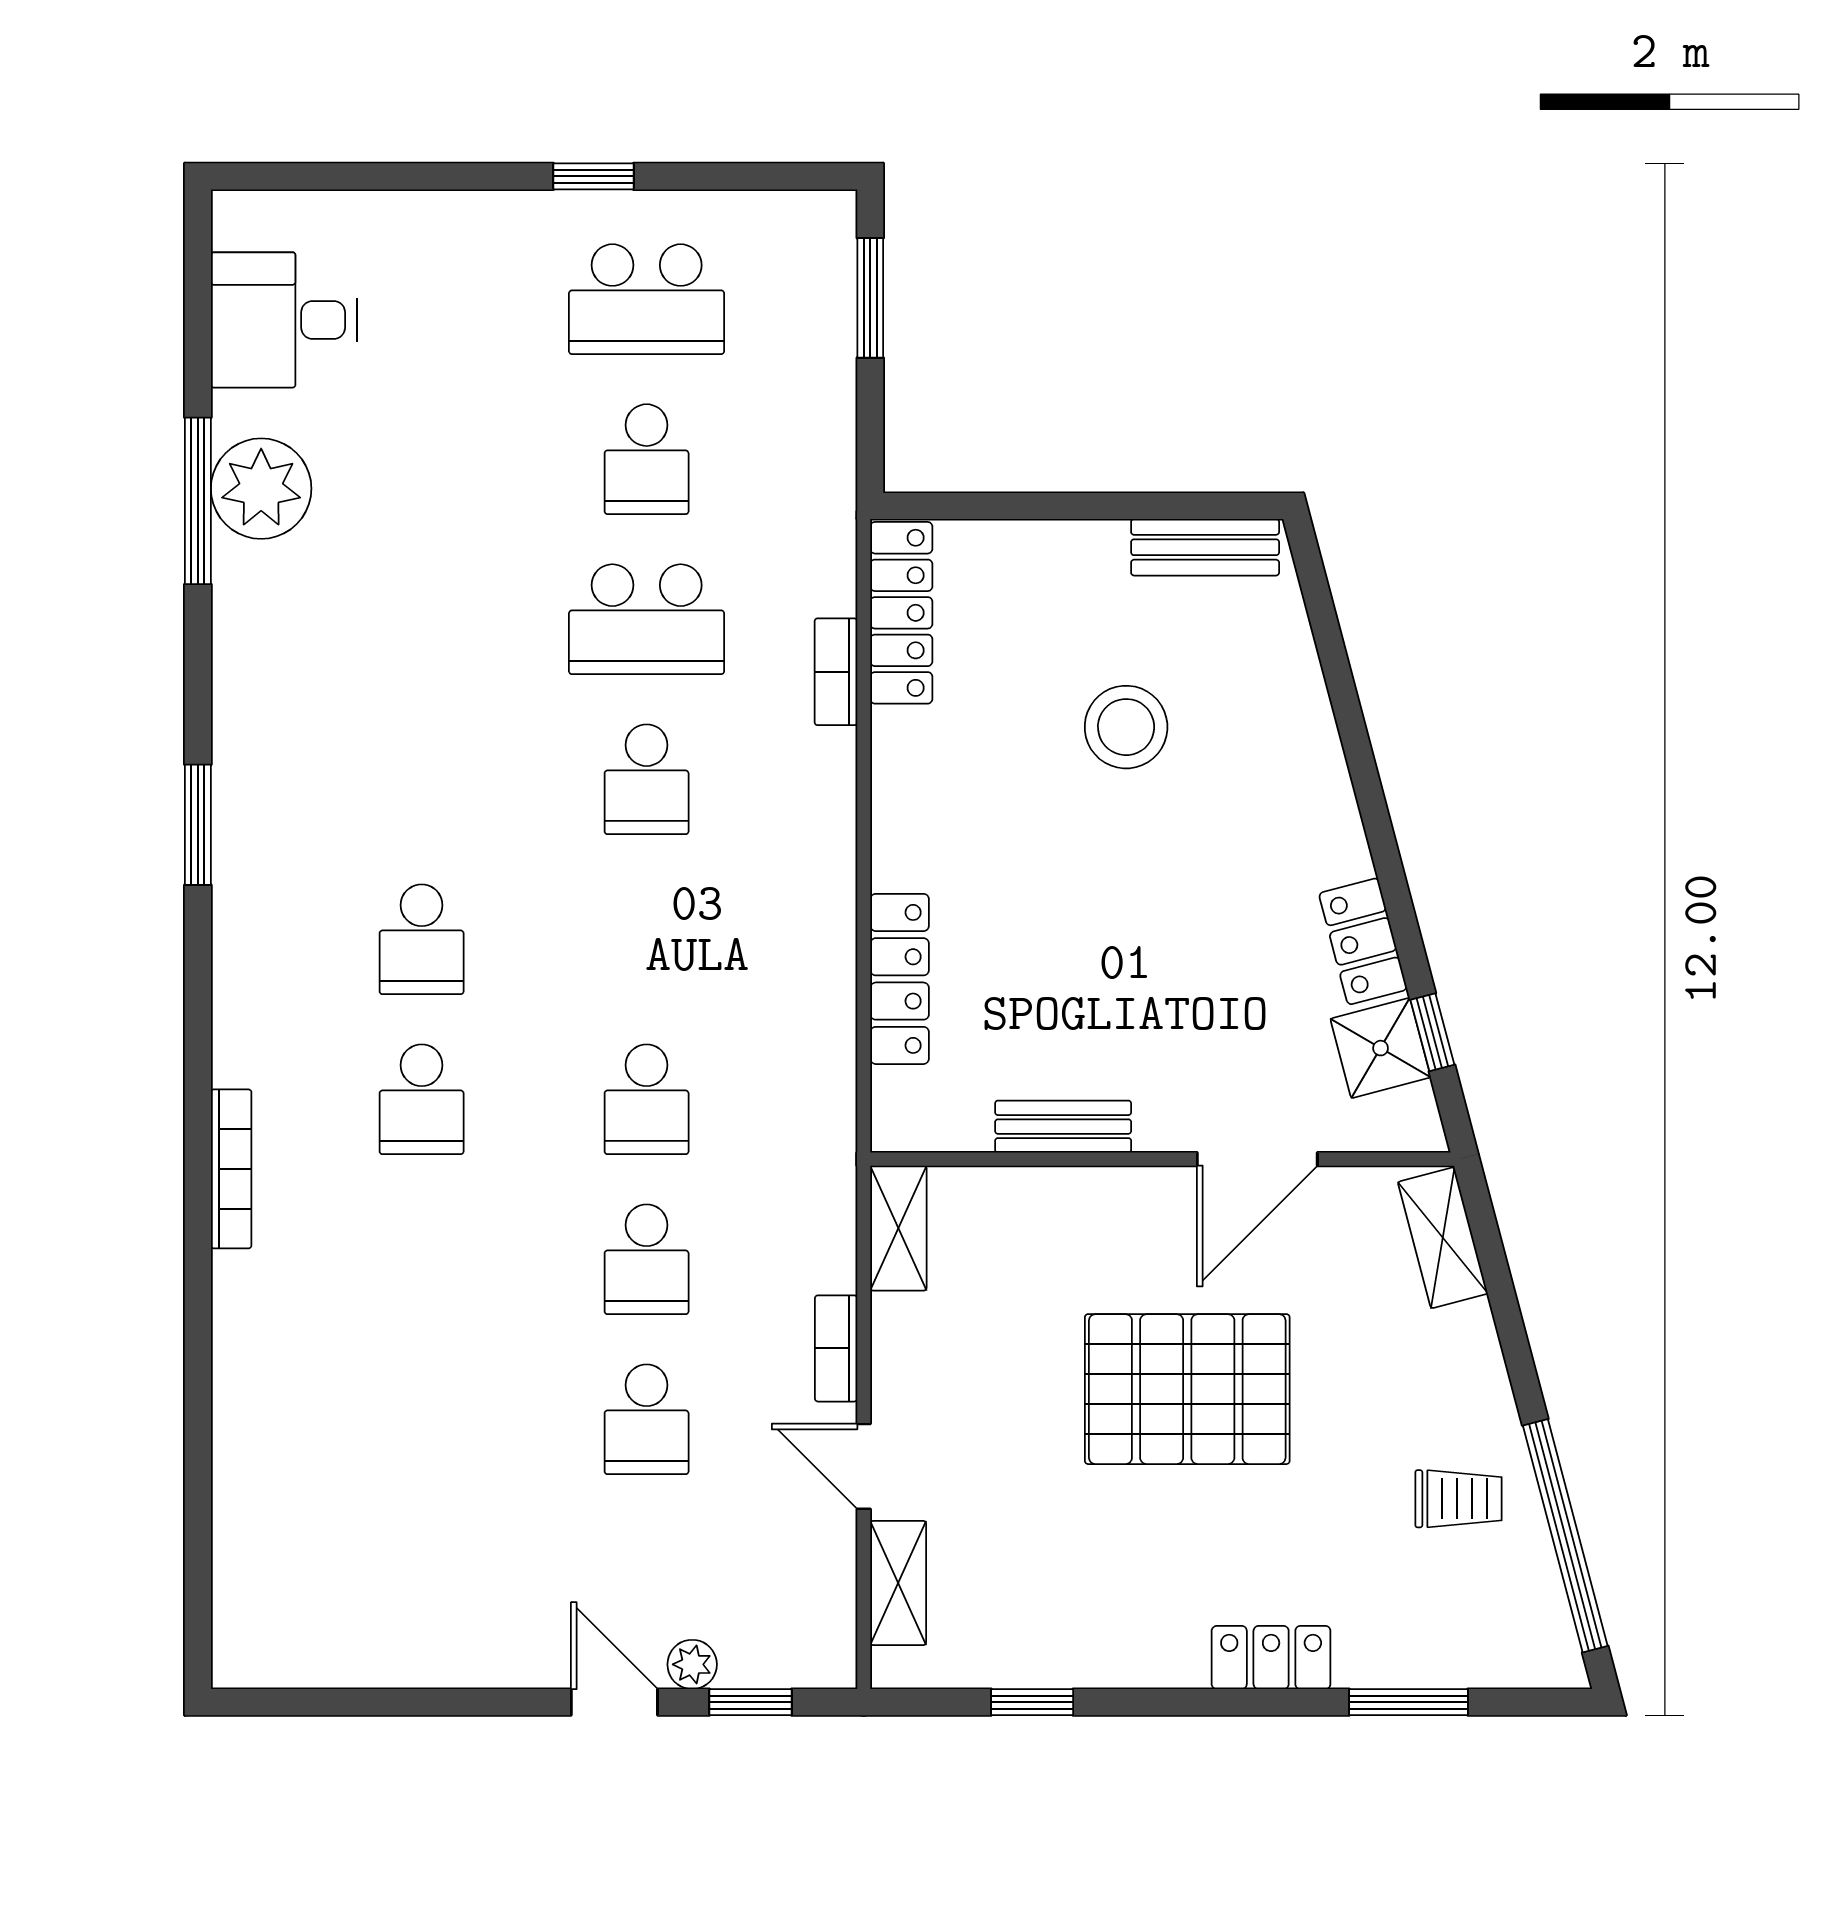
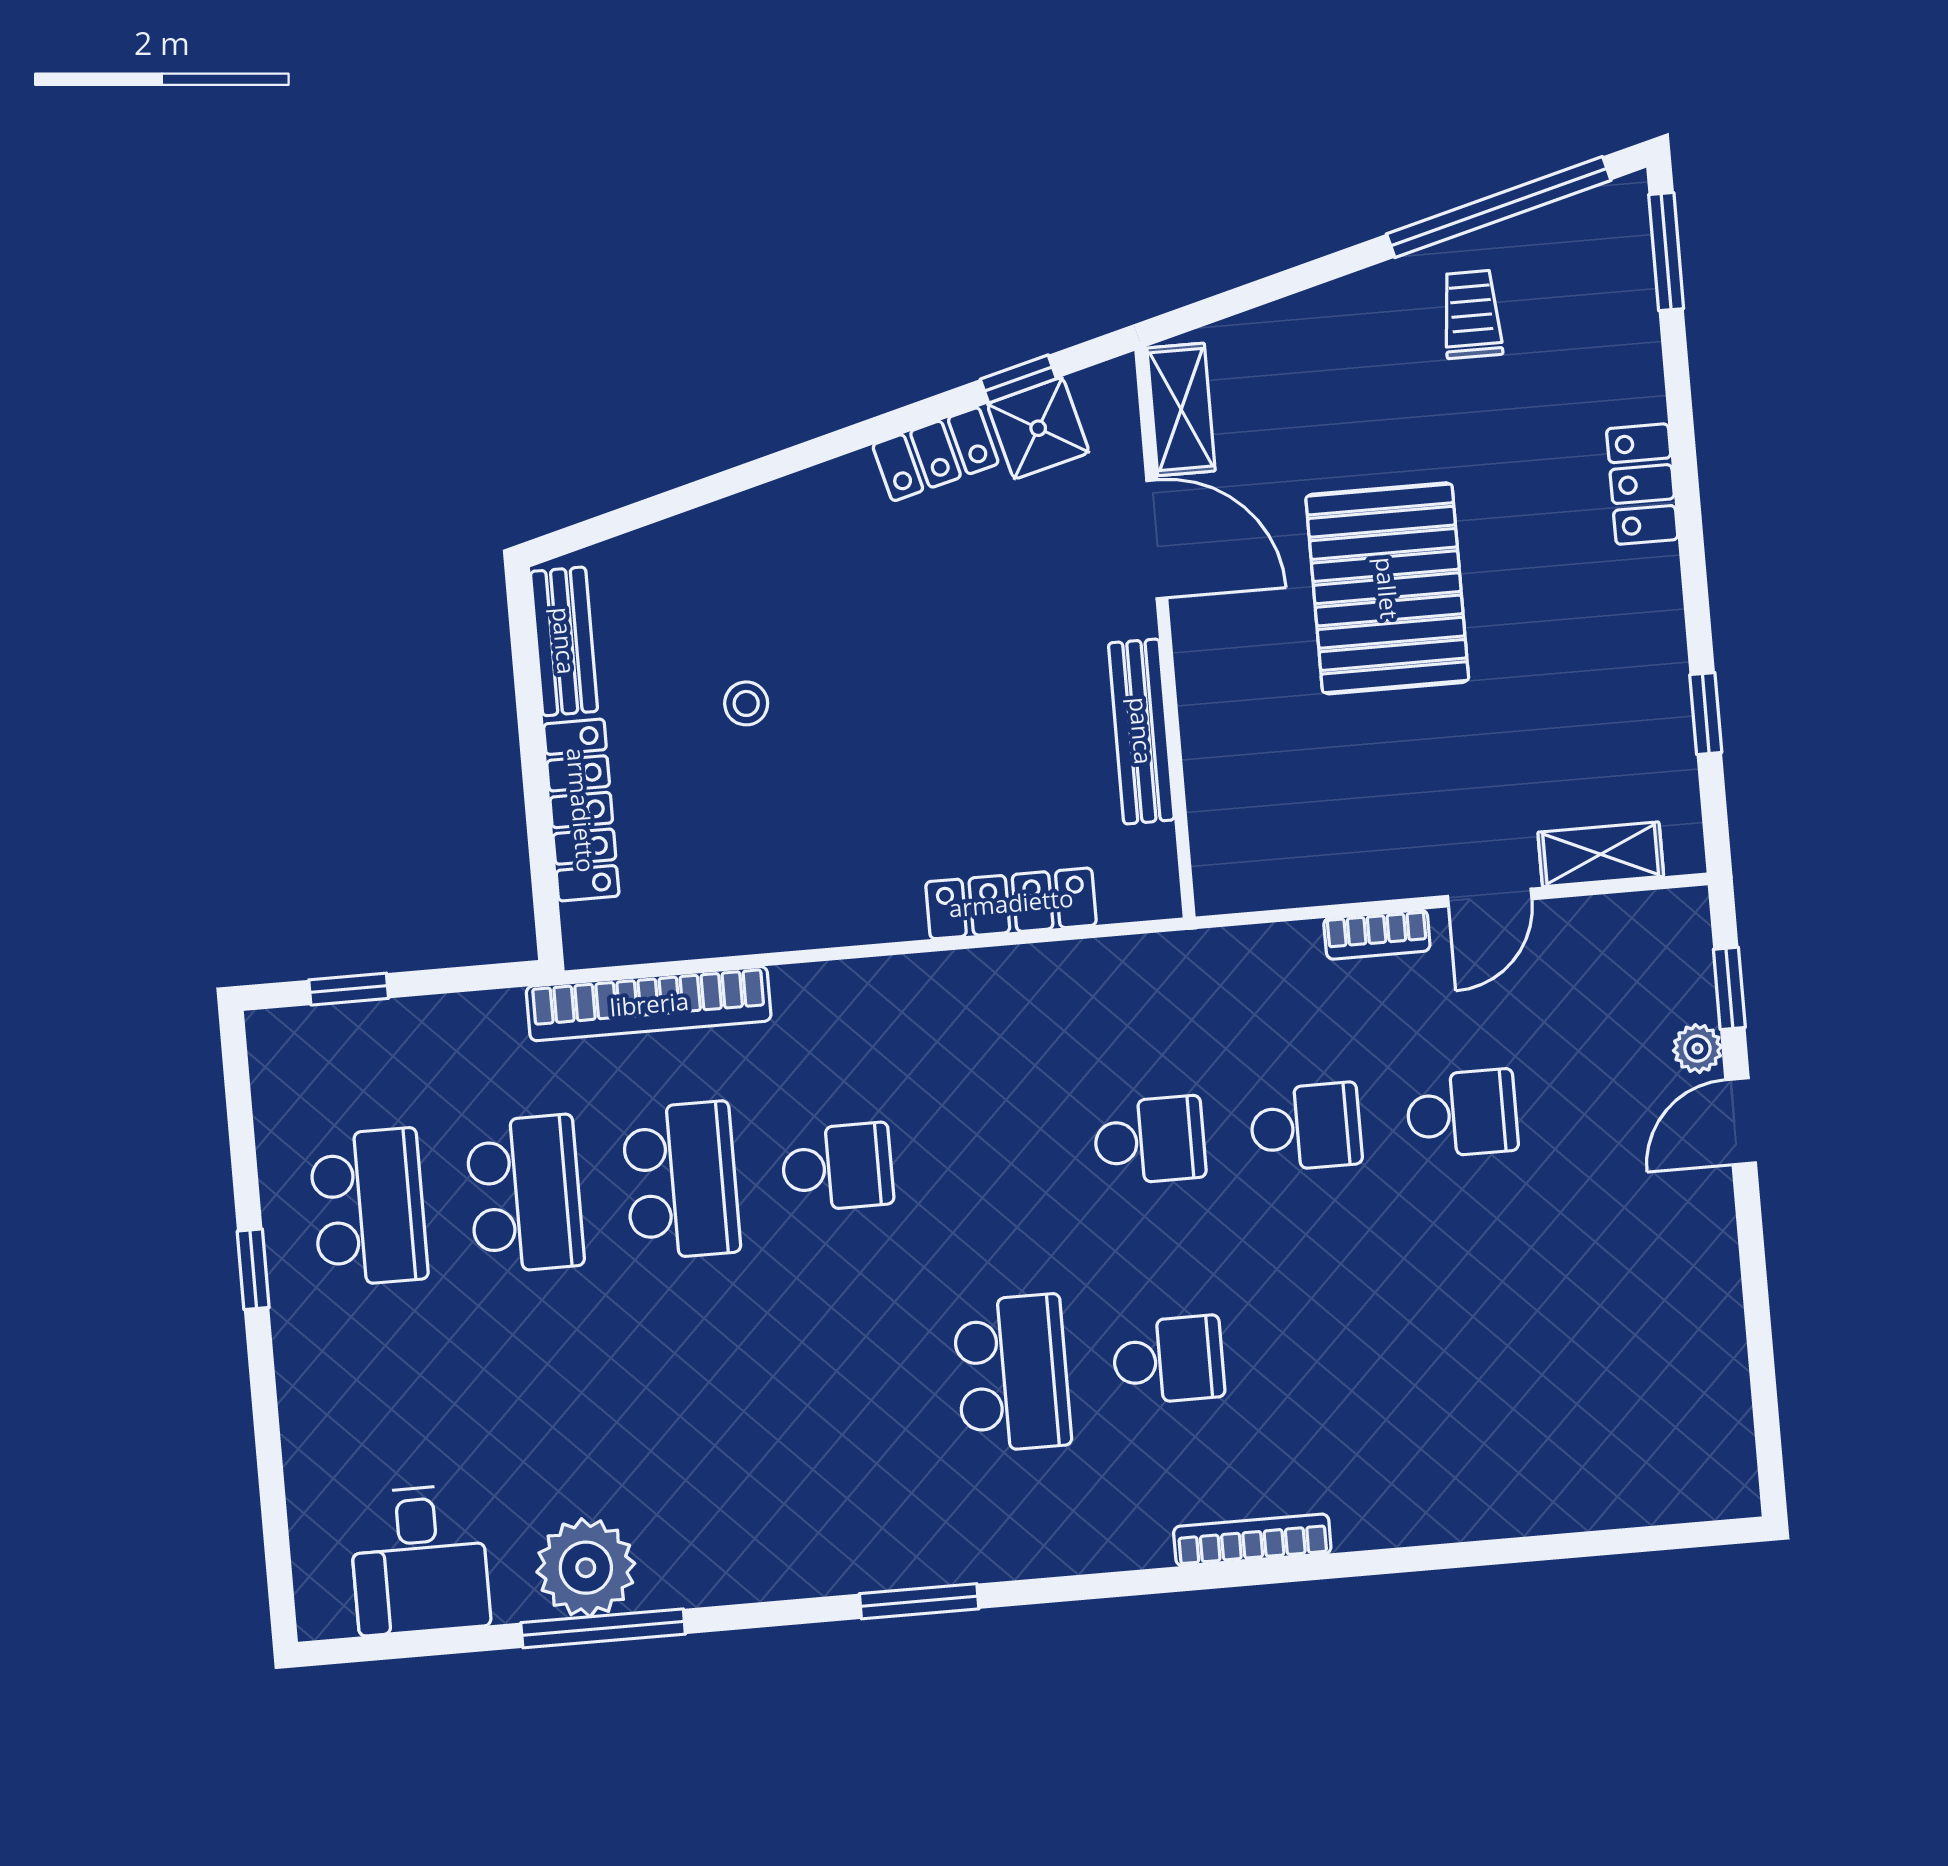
window: (870, 298) -> (349, 989), width x0.67
school desk: (647, 459) -> (525, 1194), width x1.85
locker: (901, 613) -> (581, 810), moved, turned 90
bookcase: (836, 672) -> (649, 1004), width x2.31, depth x1.31
stool: (1126, 727) -> (746, 703), width x0.53, depth x0.53
school desk: (422, 939) -> (1012, 1373), width x1.85
bench: (1063, 1127) -> (1141, 731), width x1.36
shelving: (898, 1228) -> (1254, 884), removed
shelving: (1443, 1238) -> (1181, 409), moved, turned -75
window: (1408, 1702) -> (1666, 252), moved

